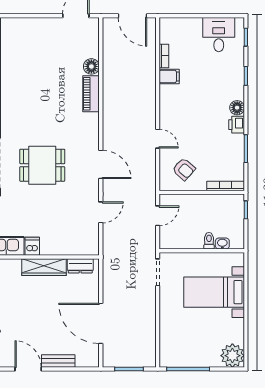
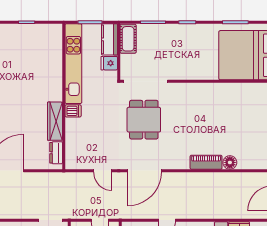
door: (101, 164) -> (144, 171), width x1.36

